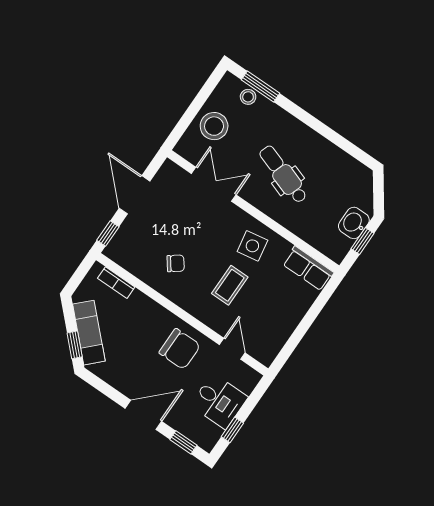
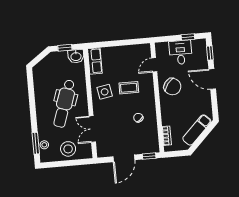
dental chair: (283, 174) -> (64, 104), width x1.36, depth x1.38
washbasin: (354, 223) -> (76, 56), moved
window: (75, 345) -> (207, 132), removed
chair: (180, 349) -> (172, 87), turned 128

